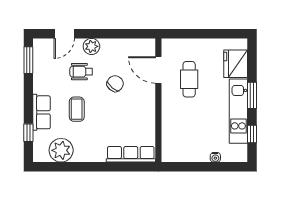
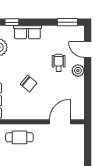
cafe table: (189, 79) -> (19, 137), moved
chair: (115, 84) -> (29, 84), moved
coffee table: (77, 109) -> (30, 59), removed

